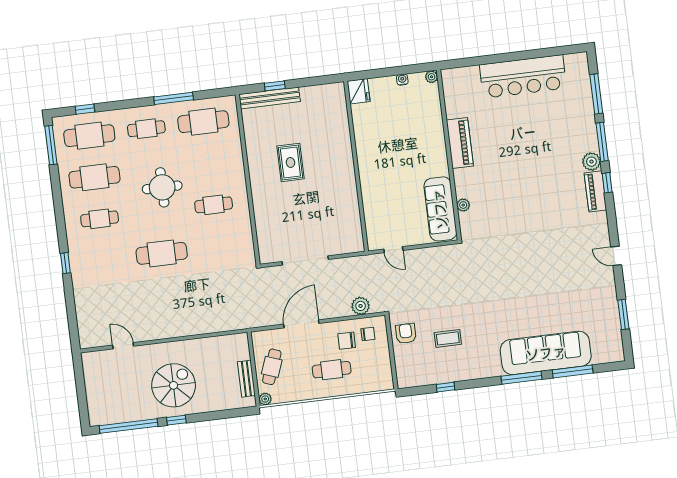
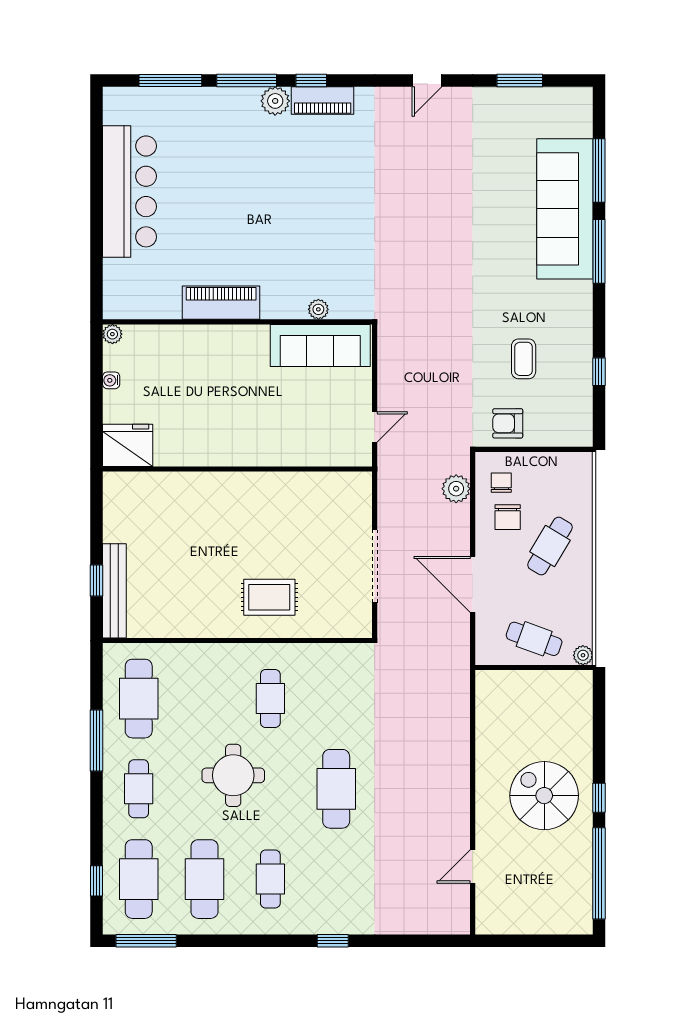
fridge: (359, 91) -> (128, 445), width x1.36, depth x1.34
rug: (290, 162) -> (269, 597), moved
cafe table: (332, 370) -> (550, 546), turned 31
bench: (246, 379) -> (548, 681), removed

